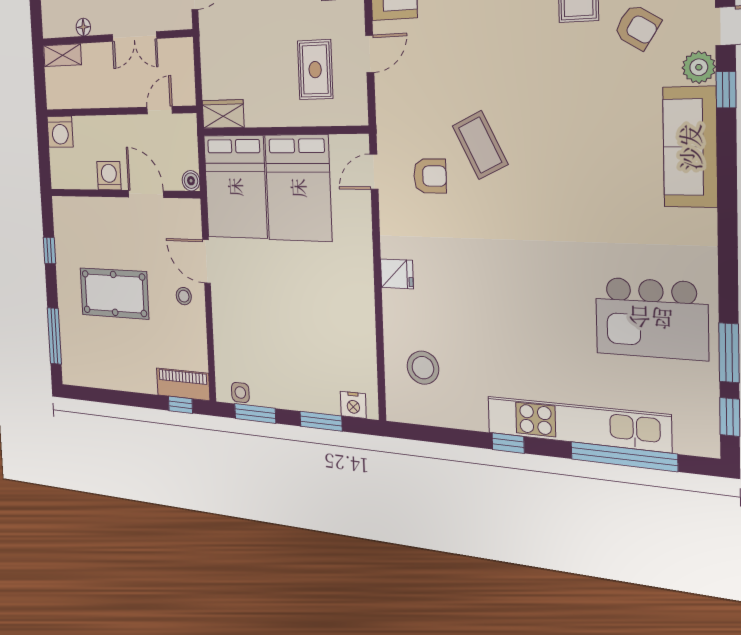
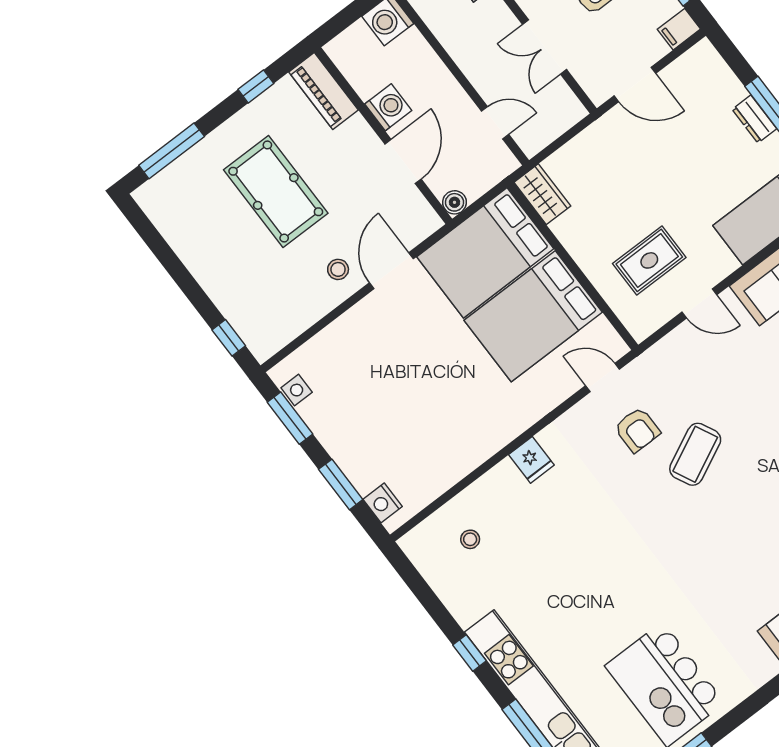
stool: (423, 368) -> (470, 539), width x0.53, depth x0.53
piano: (183, 384) -> (324, 91), moved, turned 180

